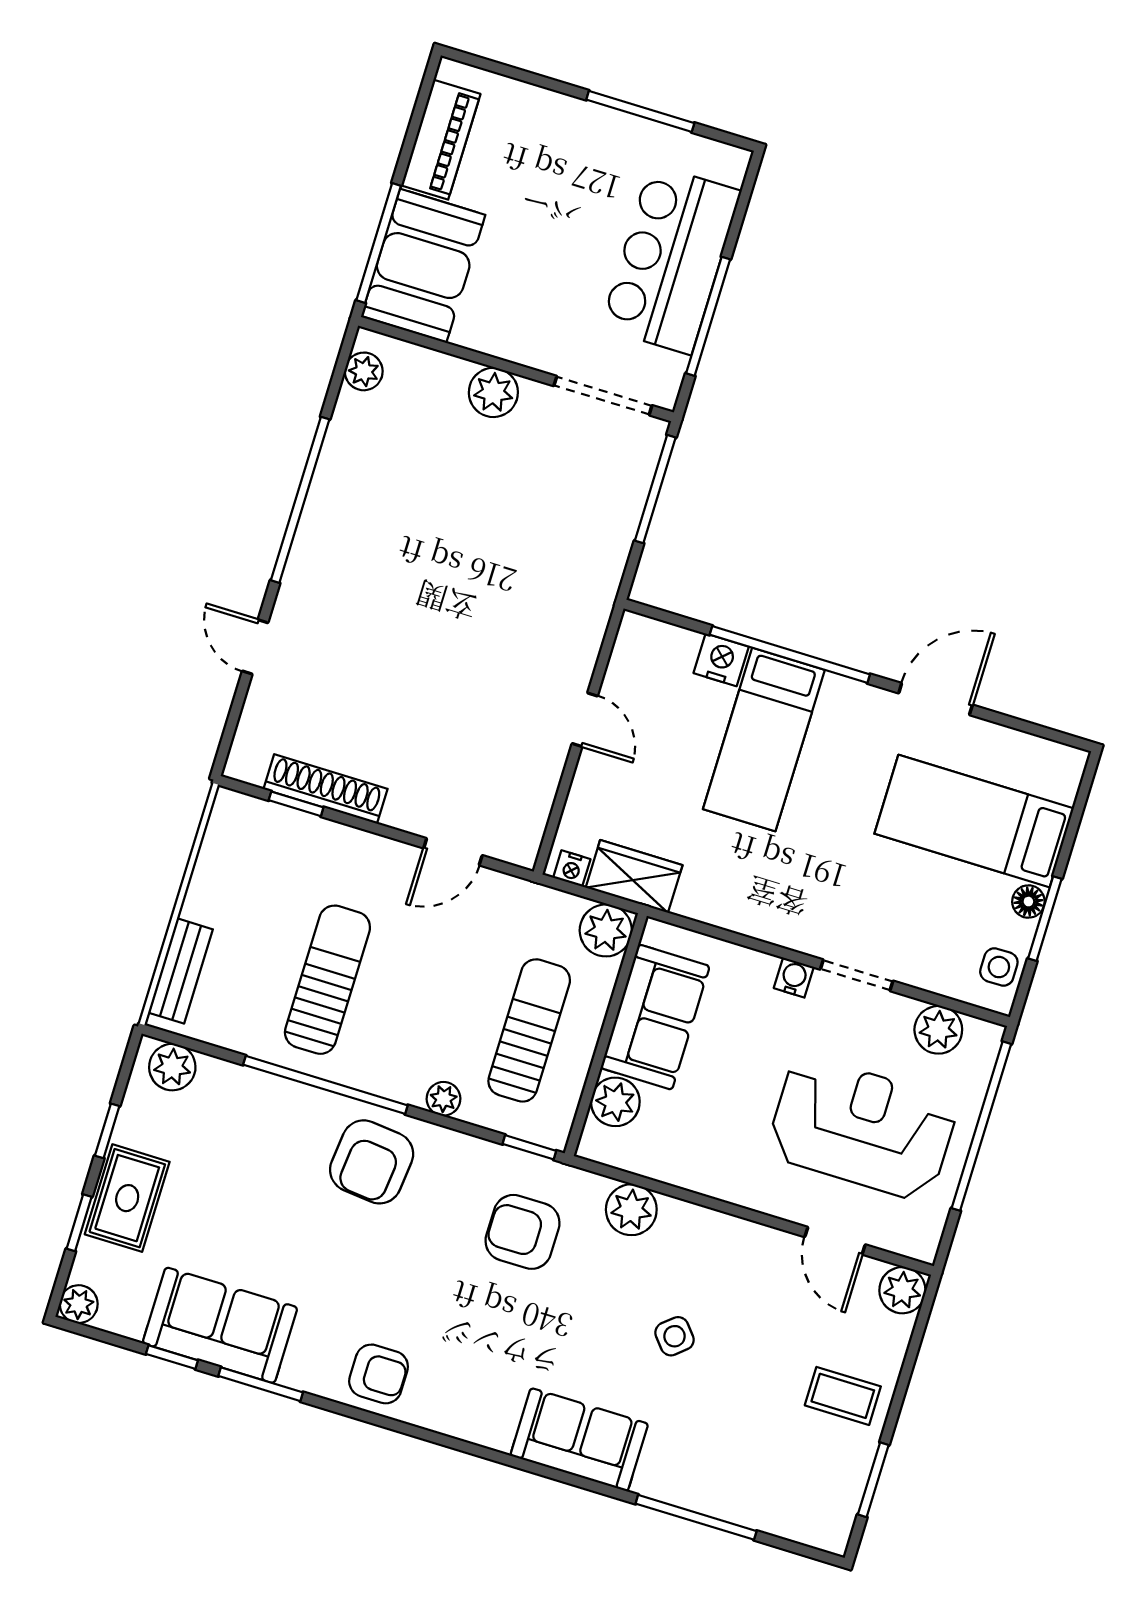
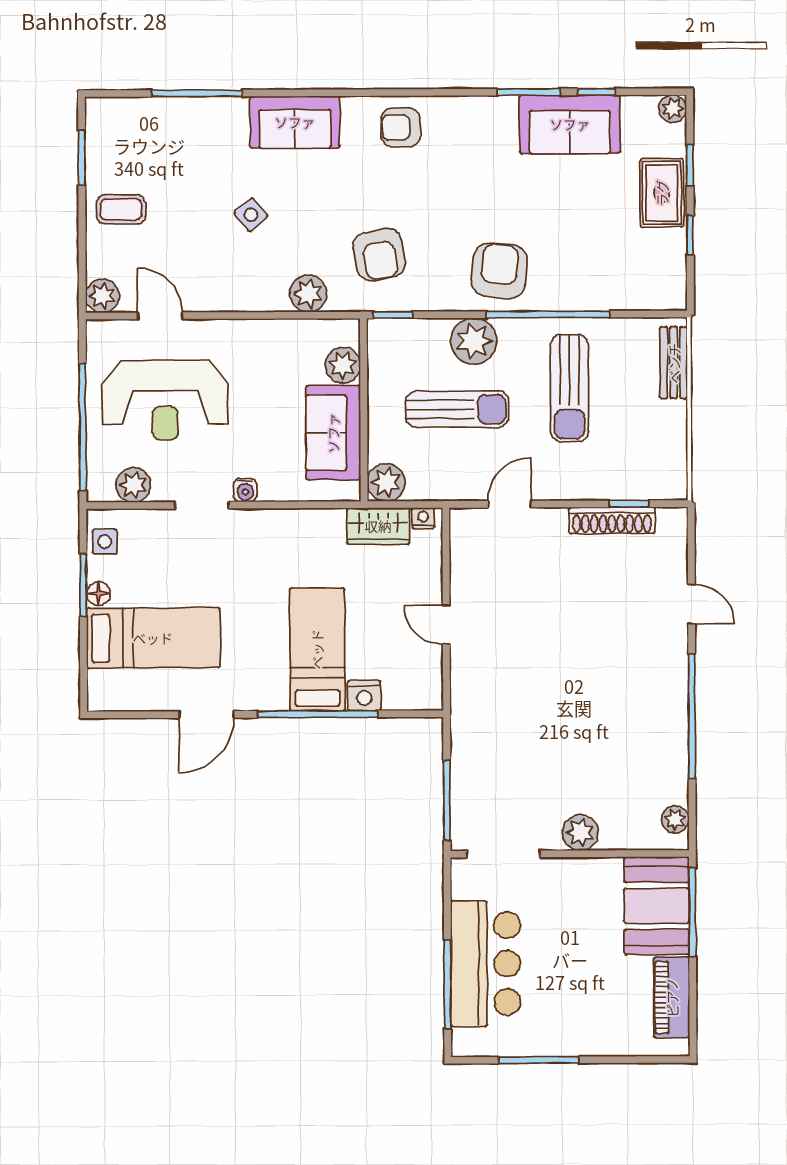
window: (708, 316) -> (448, 984), moved
sun lounger: (529, 1030) -> (457, 409), moved, turned -90
plant: (172, 1067) -> (659, 294), removed
plant: (444, 1099) -> (474, 341), width x1.88, depth x1.88
armchair: (522, 1232) -> (379, 255), turned 79
armchair: (379, 1374) -> (401, 127), moved

